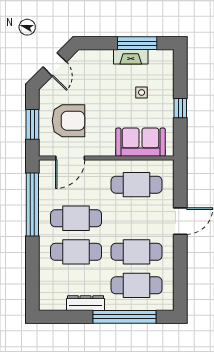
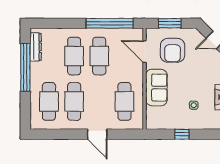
sofa: (140, 142) -> (156, 88), moved
dresser: (86, 303) -> (36, 47), moved
window: (125, 317) -> (25, 67), moved

